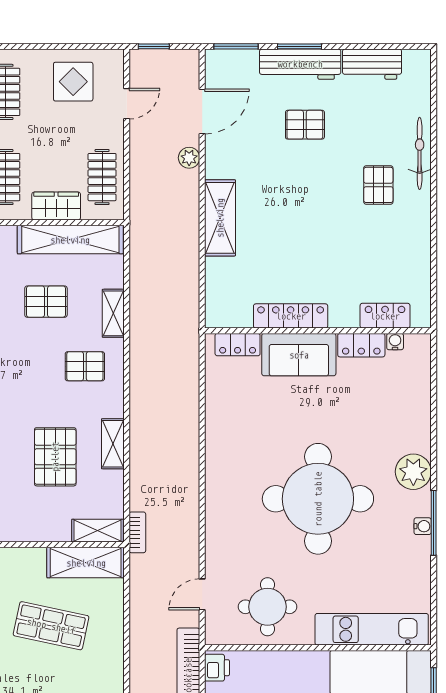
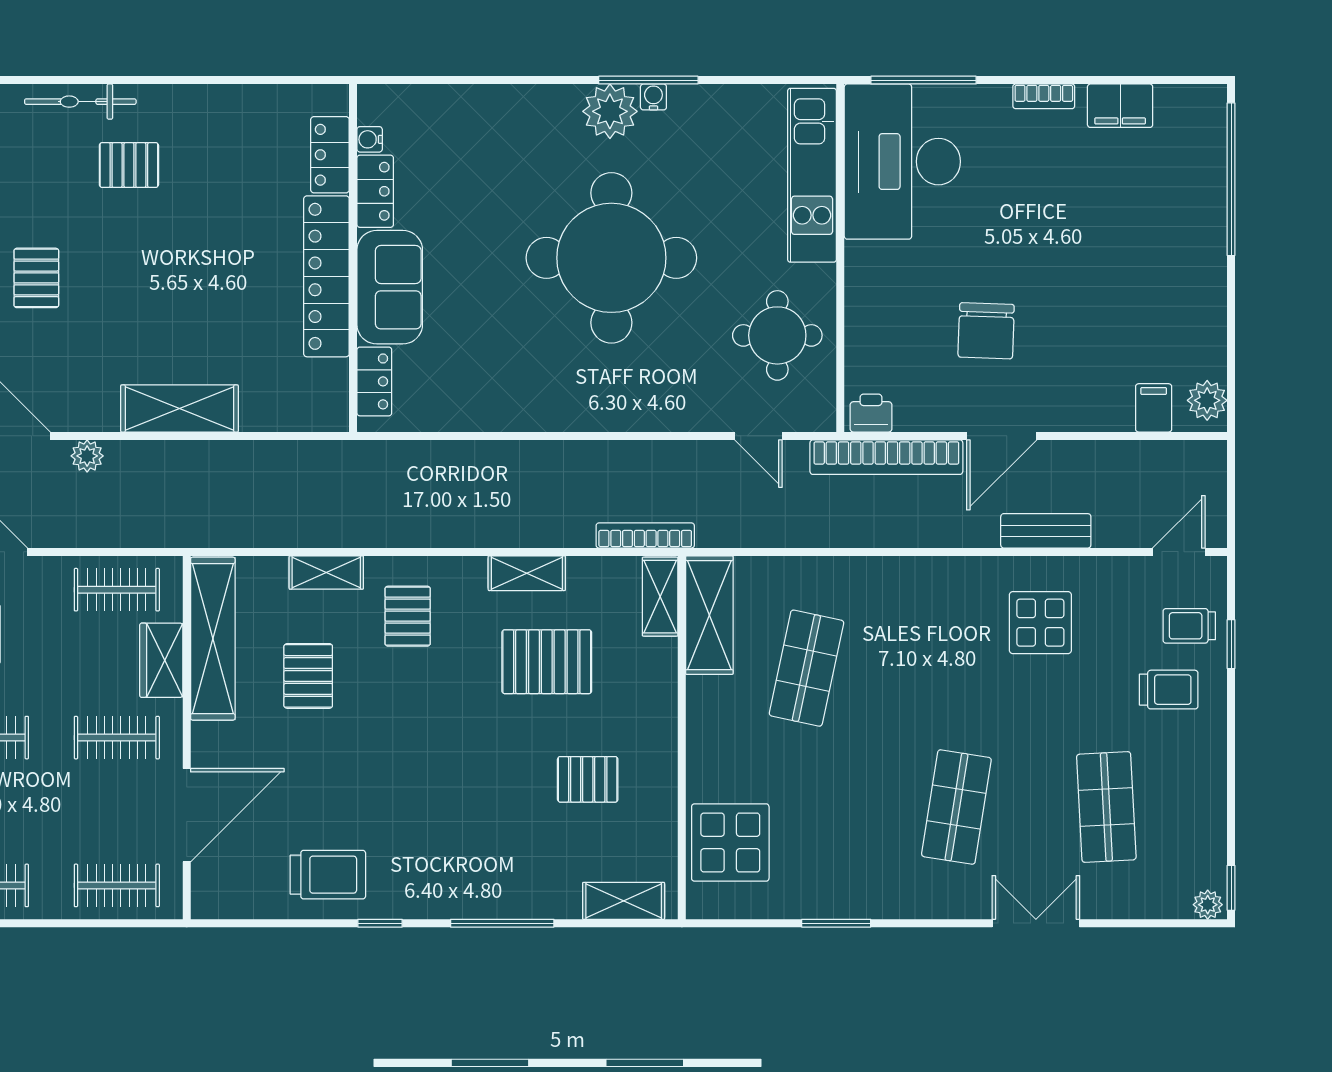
locker: (291, 316) -> (326, 276), width x1.41, depth x1.21
plant: (413, 472) -> (610, 111), moved
bookcase: (137, 532) -> (645, 535), width x1.56

